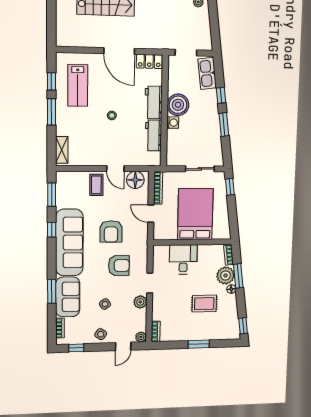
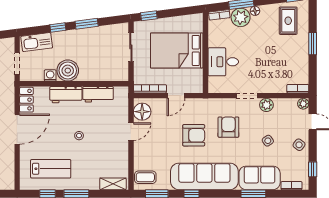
washing machine: (173, 123) -> (50, 75), moved
coffee table: (96, 185) -> (145, 177), moved
rug: (204, 304) -> (288, 21), moved

